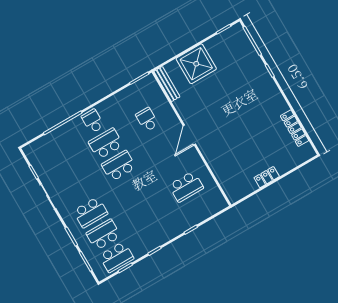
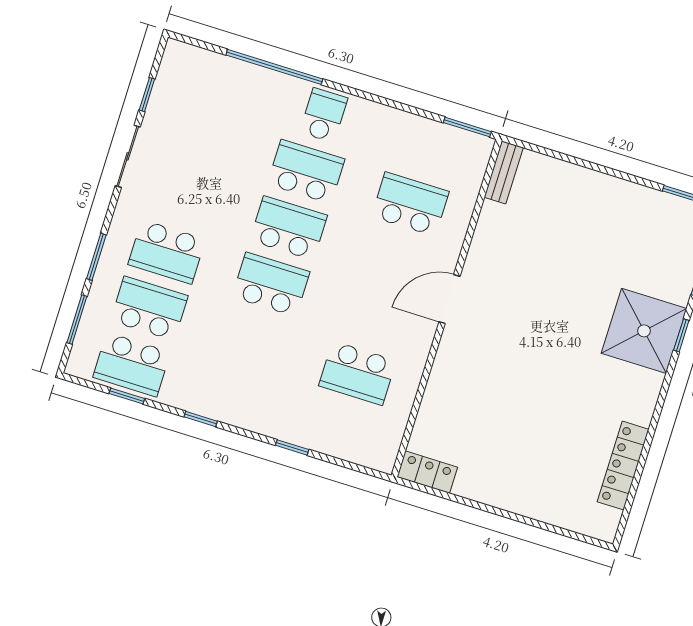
shower: (196, 64) -> (644, 331), moved
bench: (167, 84) -> (504, 172), width x0.73
school desk: (147, 120) -> (410, 204), width x1.85
locker: (267, 177) -> (427, 472), moved
school desk: (132, 188) -> (271, 284), added

